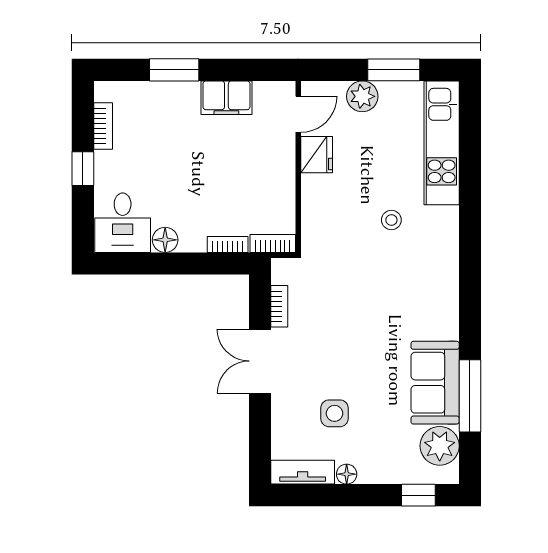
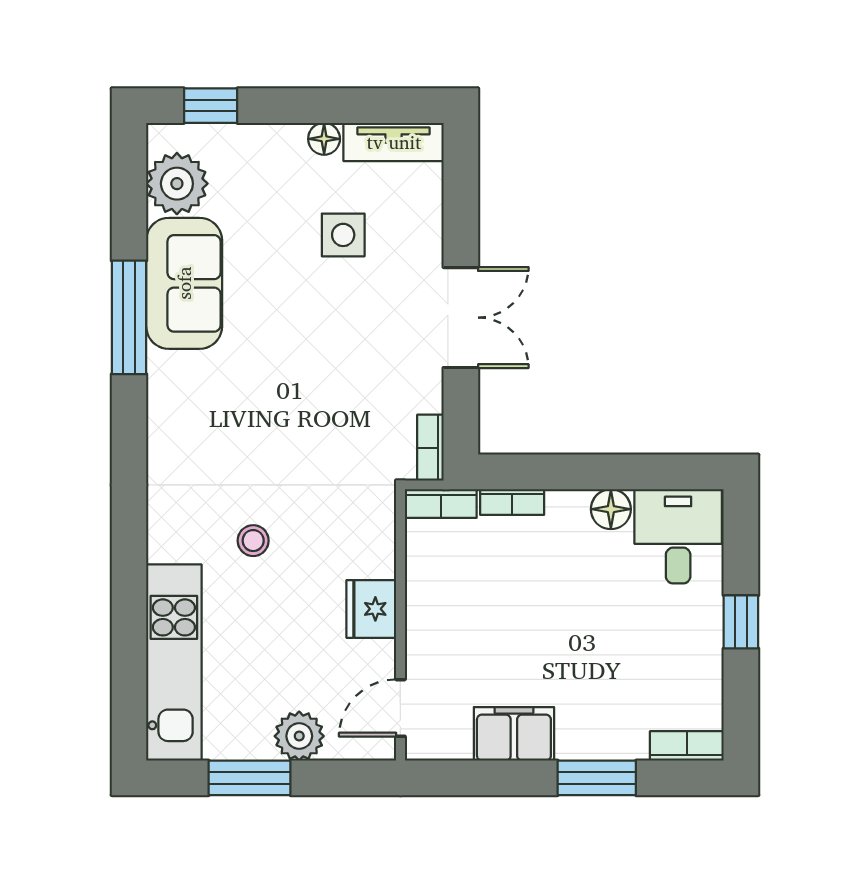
bookcase: (103, 126) -> (687, 746), moved, turned 90
fridge: (317, 155) -> (371, 609), moved
bookcase: (279, 306) -> (430, 448), moved
window: (470, 396) -> (129, 317), moved

